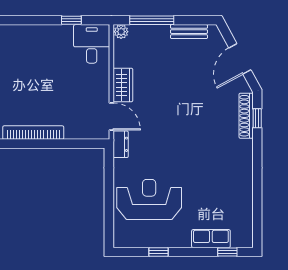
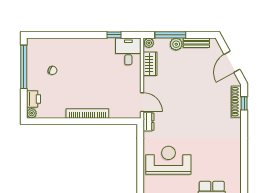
plant: (160, 34) -> (176, 44), added
wardrobe: (123, 85) -> (150, 64), moved

